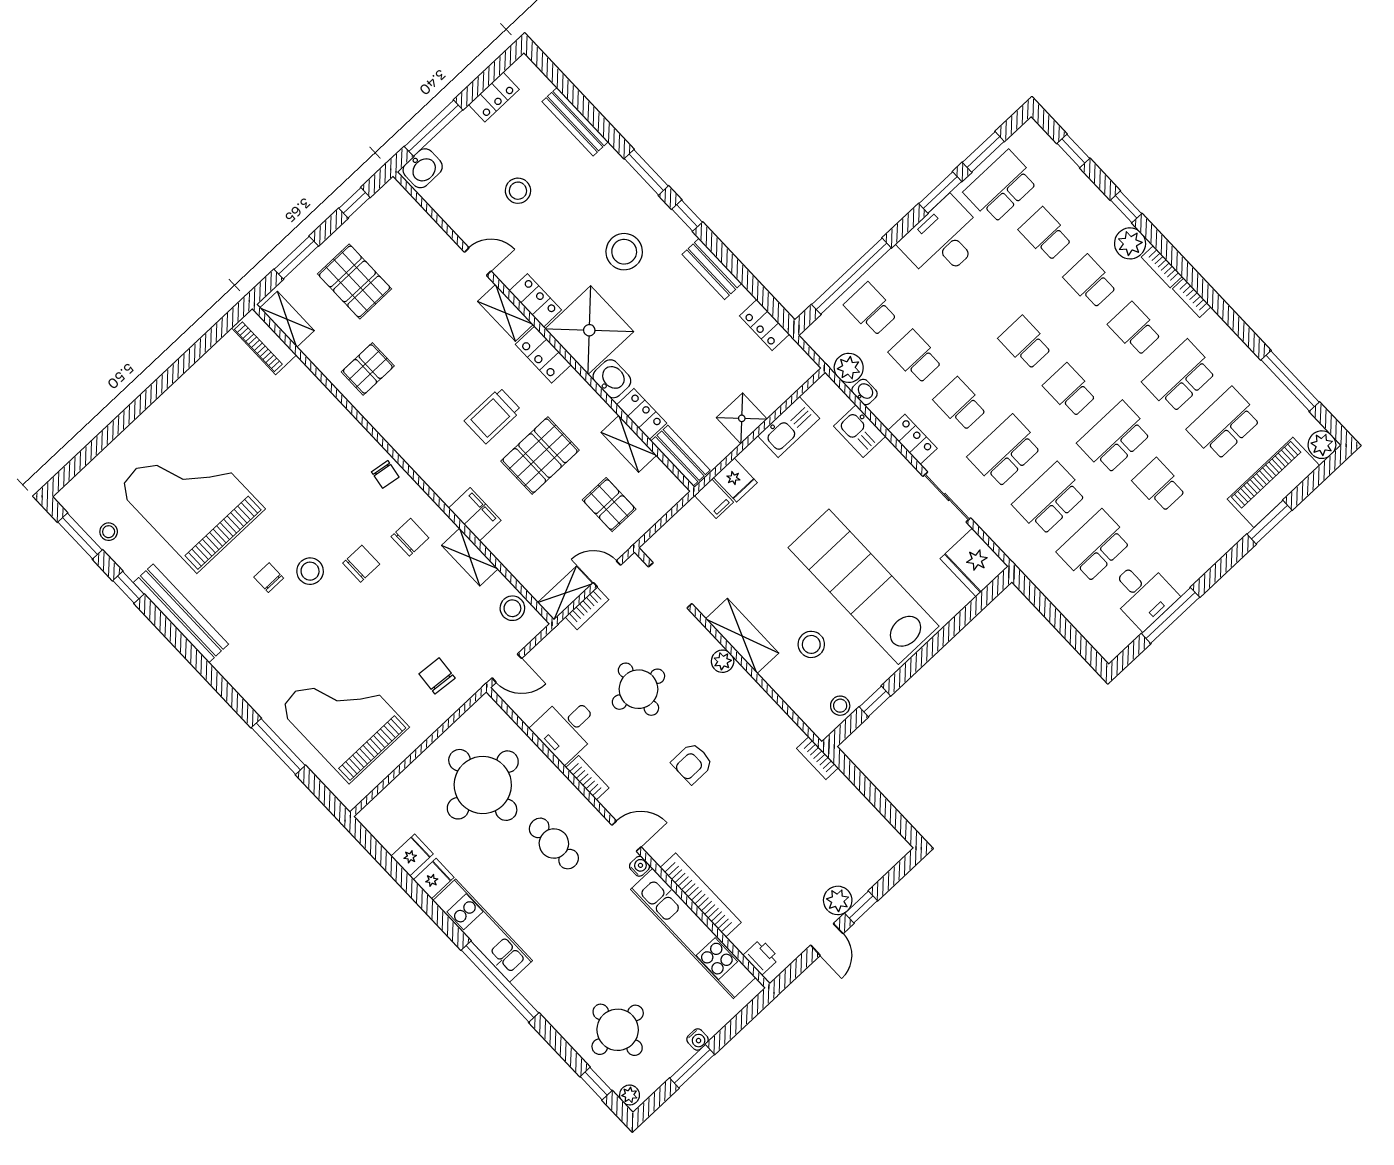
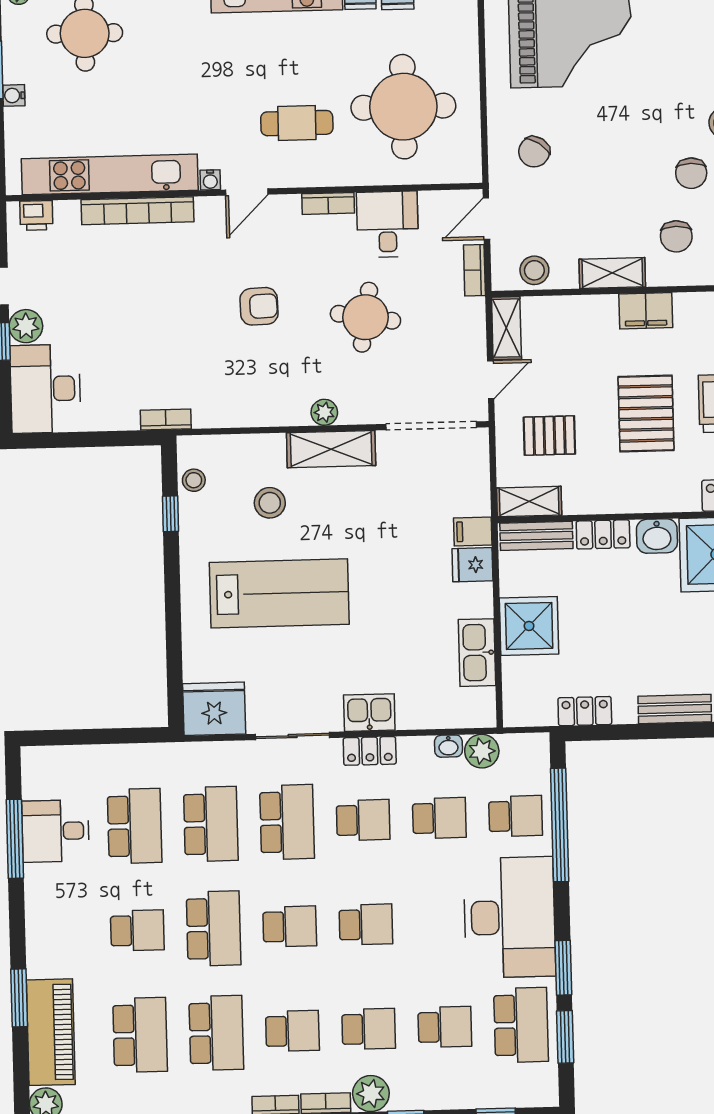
desk: (943, 240) -> (509, 917), width x1.36, depth x1.30
shower: (742, 418) -> (529, 626), width x1.36, depth x1.36
kitchen sink: (860, 431) -> (369, 713), moved
shelving: (629, 444) -> (529, 502), moved
doorway: (670, 585) -> (431, 426), width x1.36
lab bench: (864, 587) -> (279, 593), width x0.73
bookcase: (587, 608) -> (474, 270), moved
chair: (437, 676) -> (534, 152), turned 119
armchair: (692, 763) -> (259, 306), turned 88
desk: (866, 852) -> (45, 389), added

